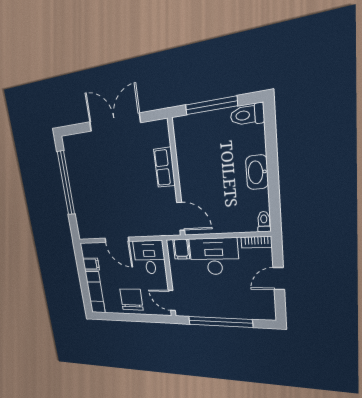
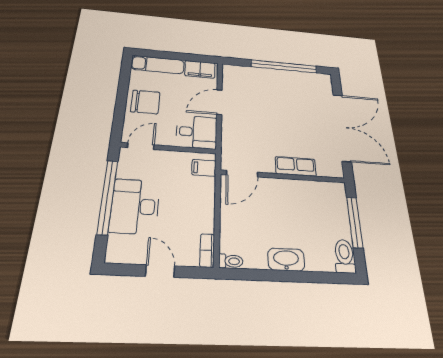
double door: (114, 122) -> (342, 127), width x1.36
desk: (214, 256) -> (135, 206), moved, turned 180
filing cabinet: (91, 264) -> (200, 69), width x2.00

